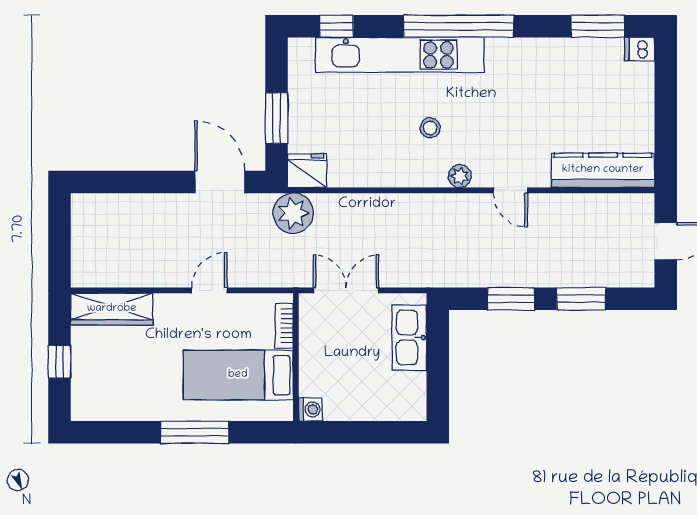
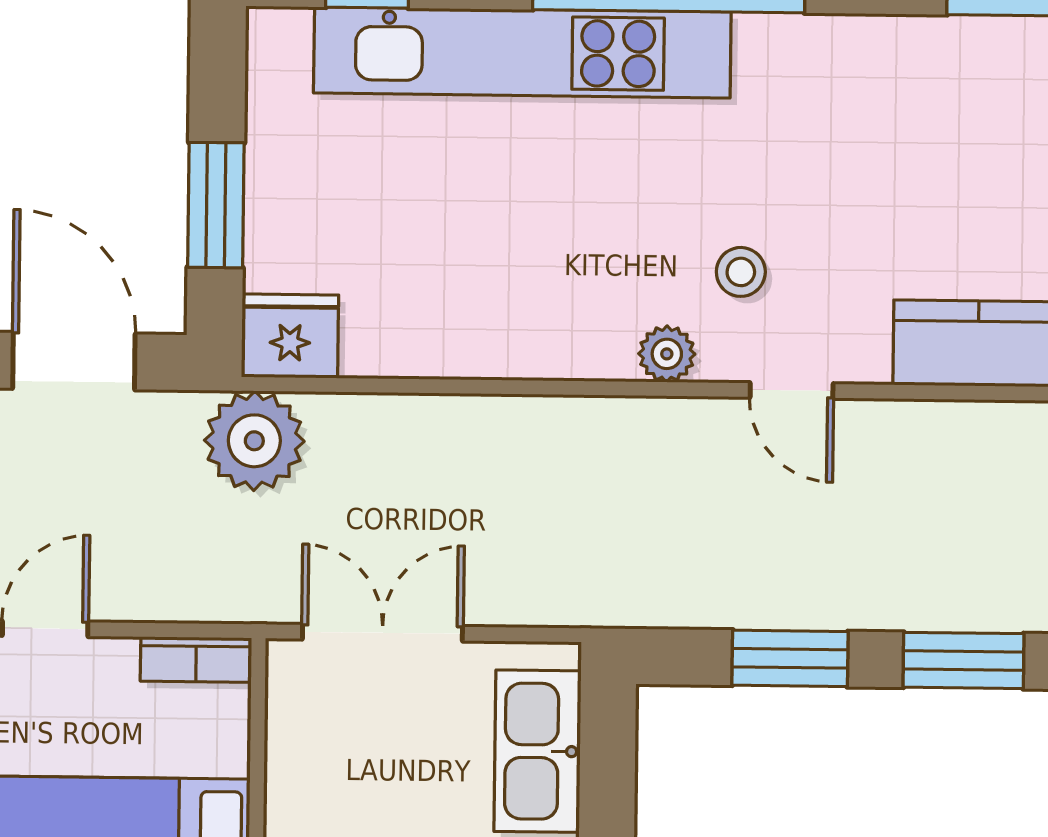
stool: (430, 128) -> (741, 272), moved
bookcase: (284, 326) -> (196, 660), moved, turned -90

